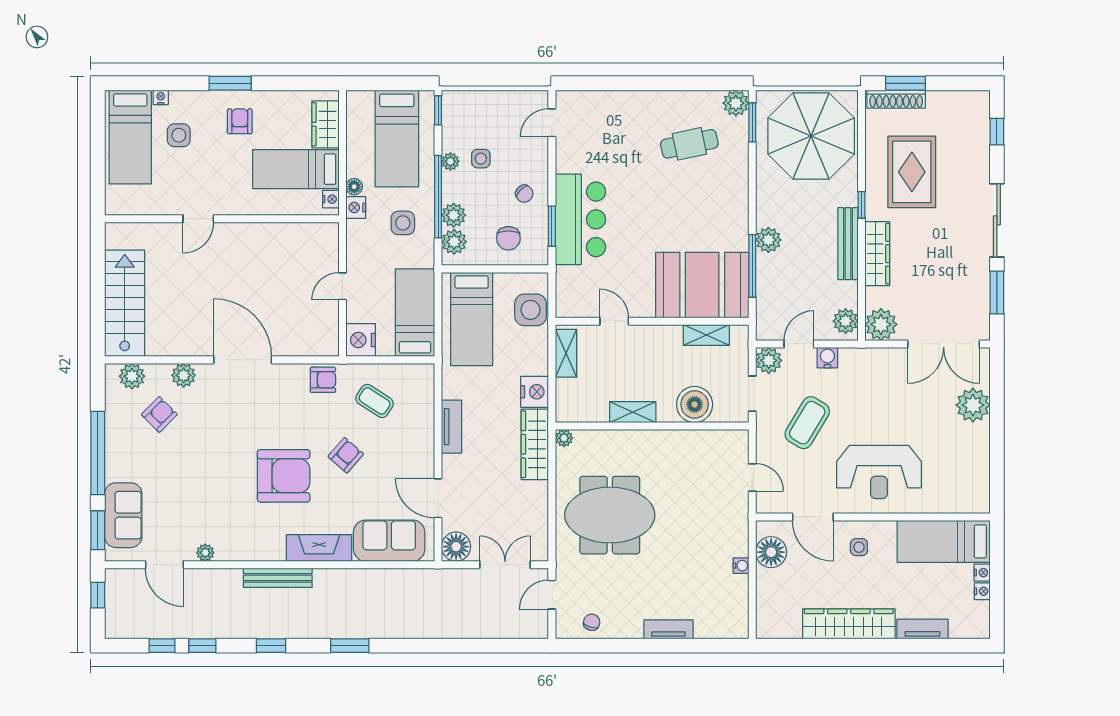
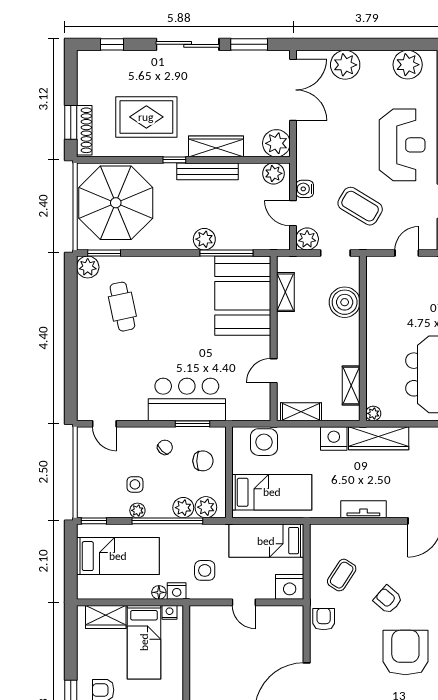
side table: (403, 223) -> (205, 570), moved
shelving: (633, 412) -> (351, 385), moved
plant: (973, 478) -> (408, 65), added

